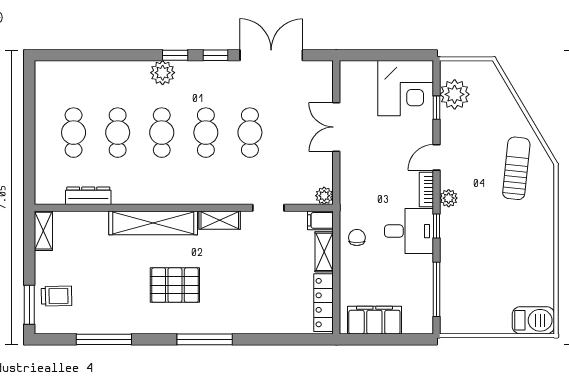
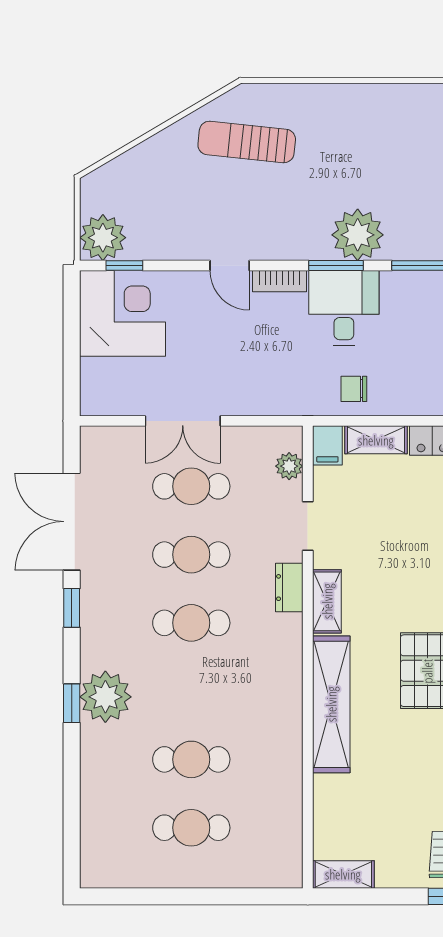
window: (175, 55) -> (72, 703), moved
plant: (163, 73) -> (105, 697), width x1.36, depth x1.36
plant: (455, 94) -> (103, 238), moved
window: (436, 108) -> (124, 266), moved
cafe table: (162, 133) -> (191, 486), moved
dresser: (88, 196) -> (289, 588), moved, width x0.70
plant: (324, 196) -> (289, 466), moved
plant: (449, 198) -> (358, 235), moved, width x1.88, depth x1.88
window: (436, 226) -> (336, 266), width x1.50

